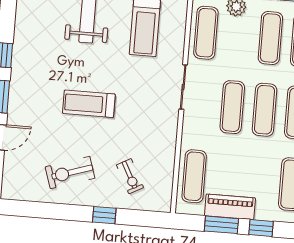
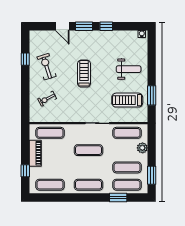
exercise mat: (264, 110) -> (88, 167), removed
window: (104, 215) -> (25, 59), moved
window: (221, 225) -> (25, 150), removed

